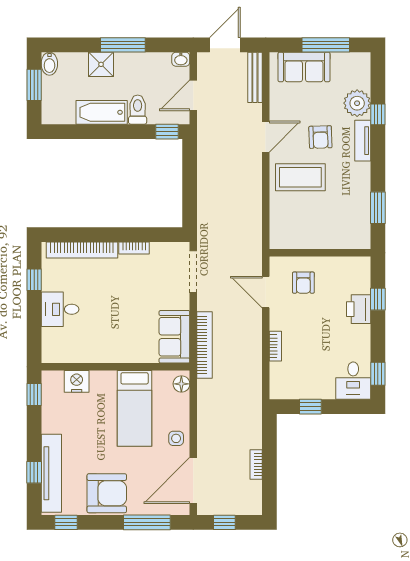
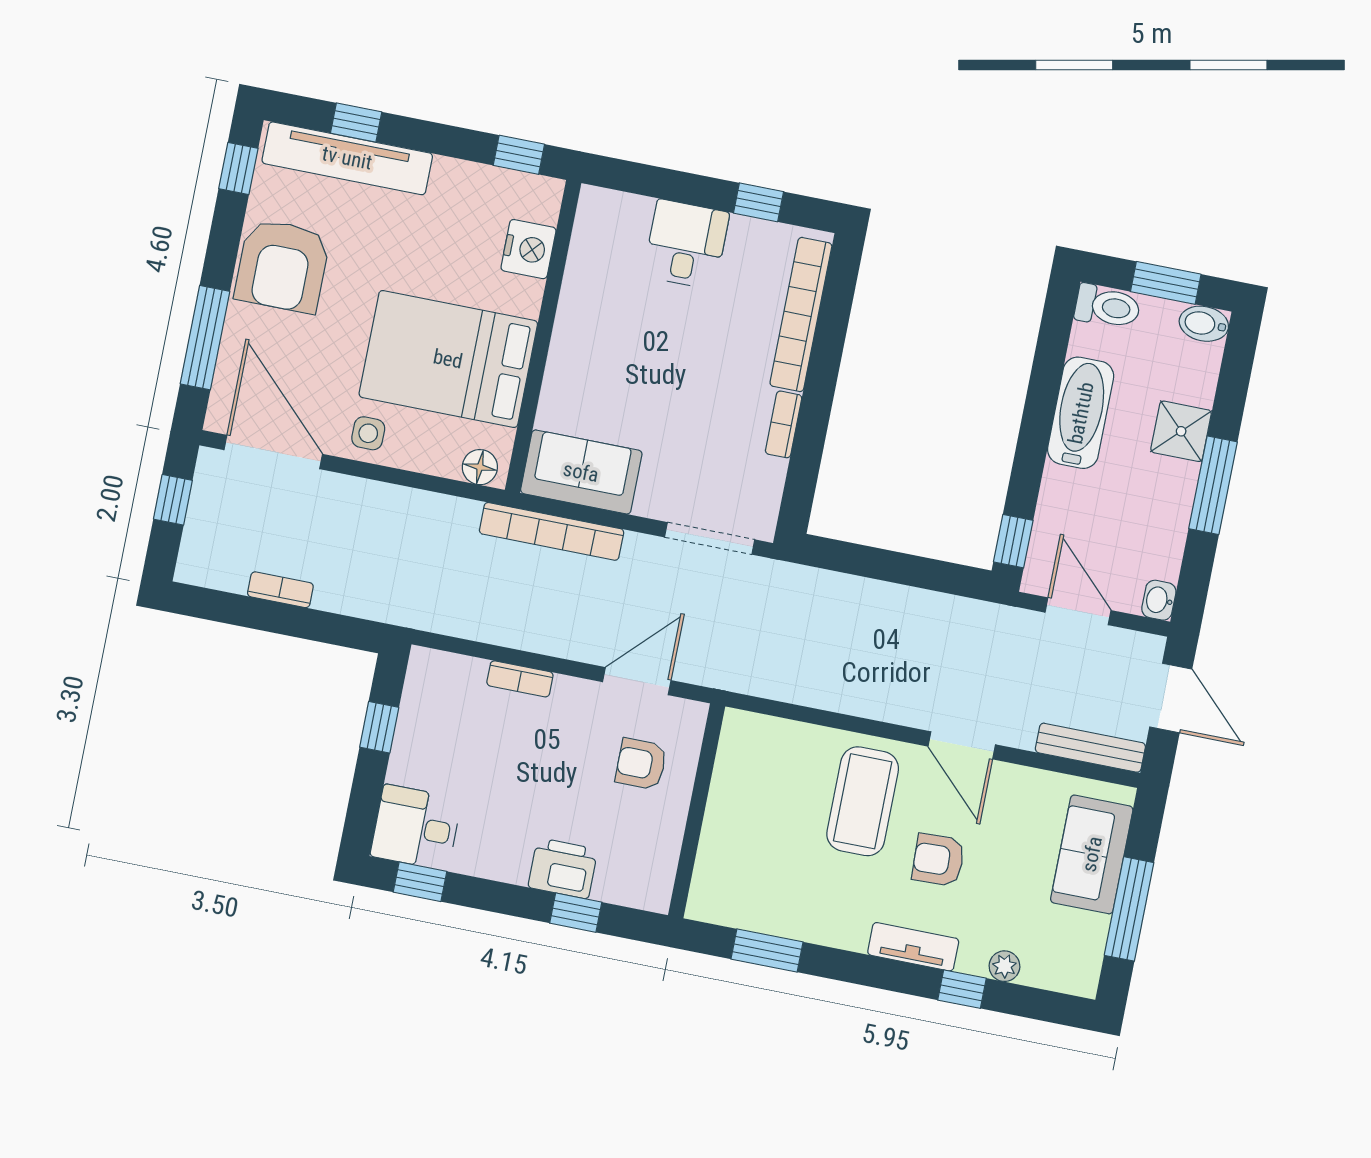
plant: (357, 103) -> (1004, 966), width x0.53, depth x0.53
toilet: (138, 110) -> (1107, 307), moved
bed: (135, 408) -> (448, 359), width x1.50

